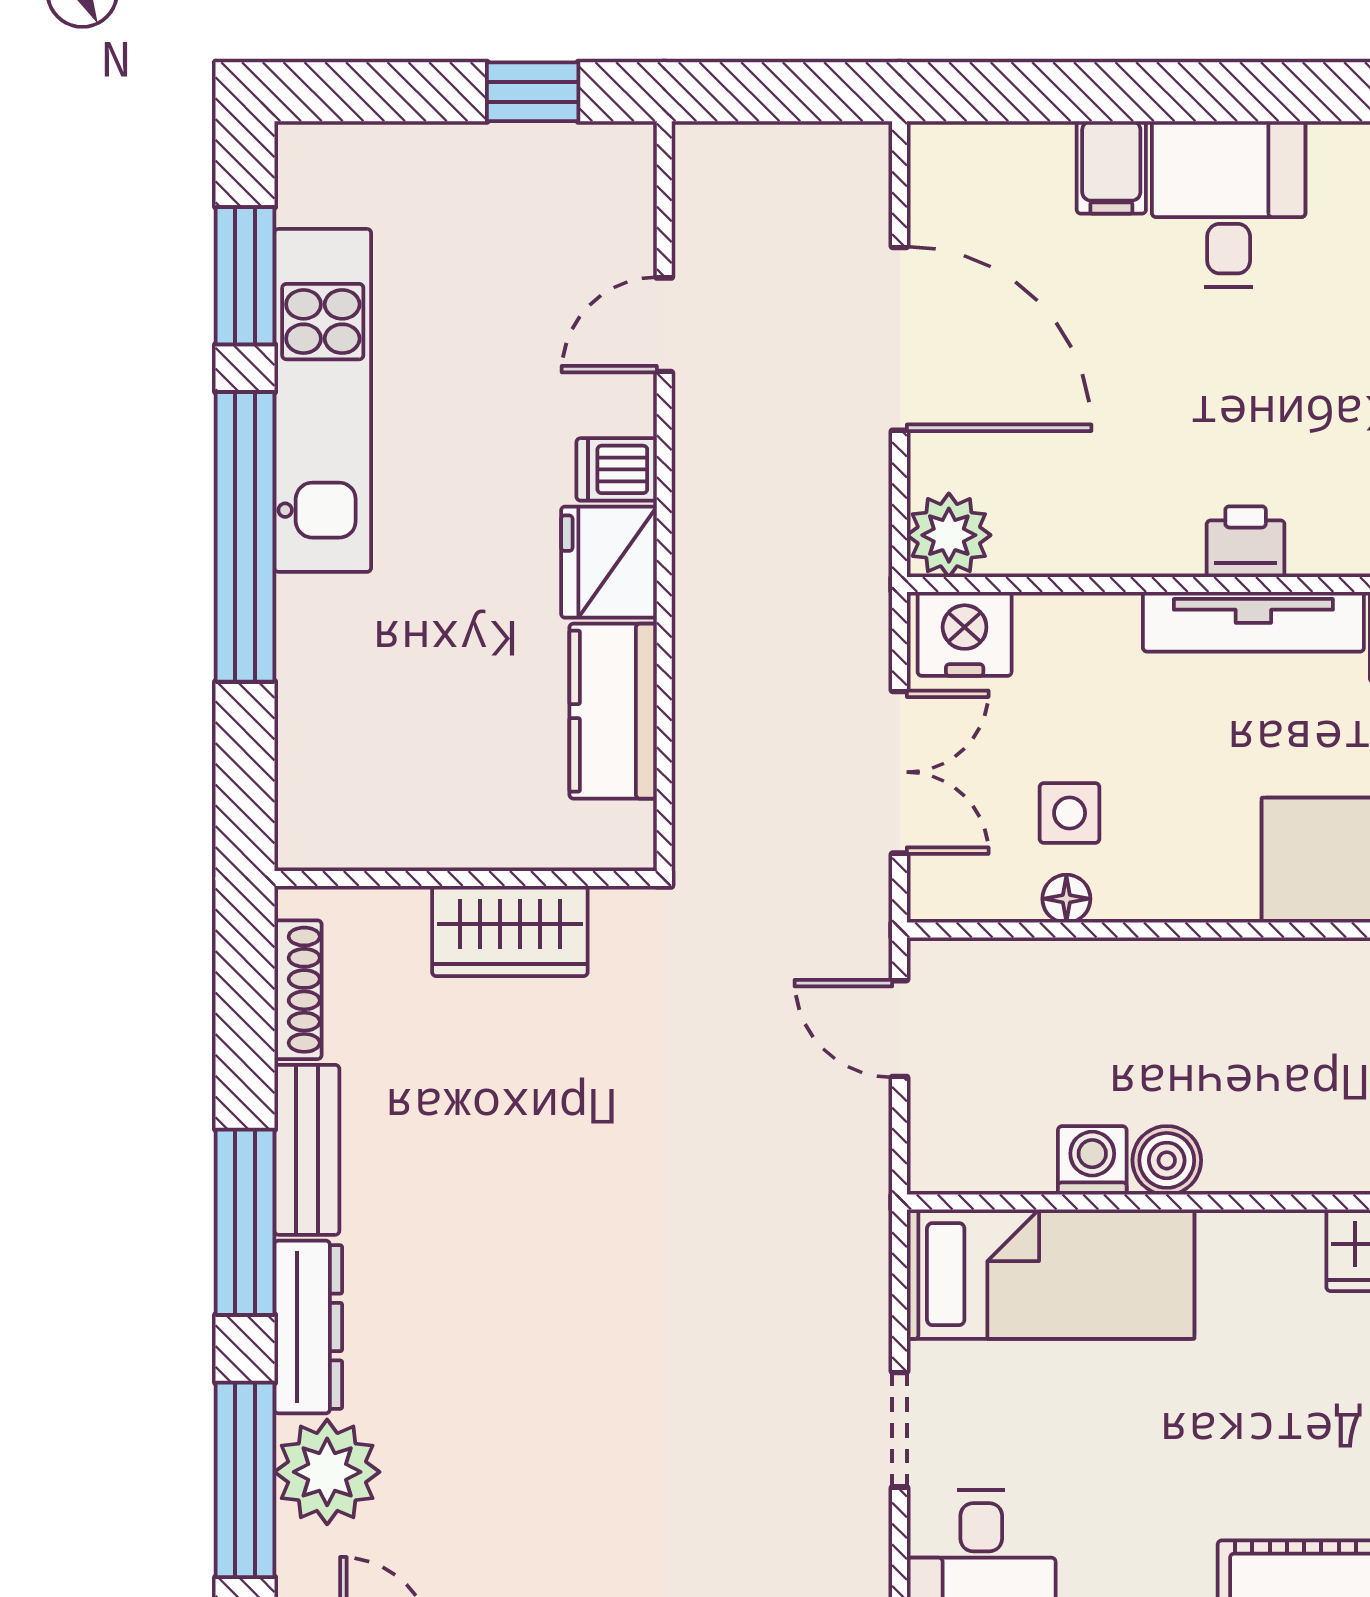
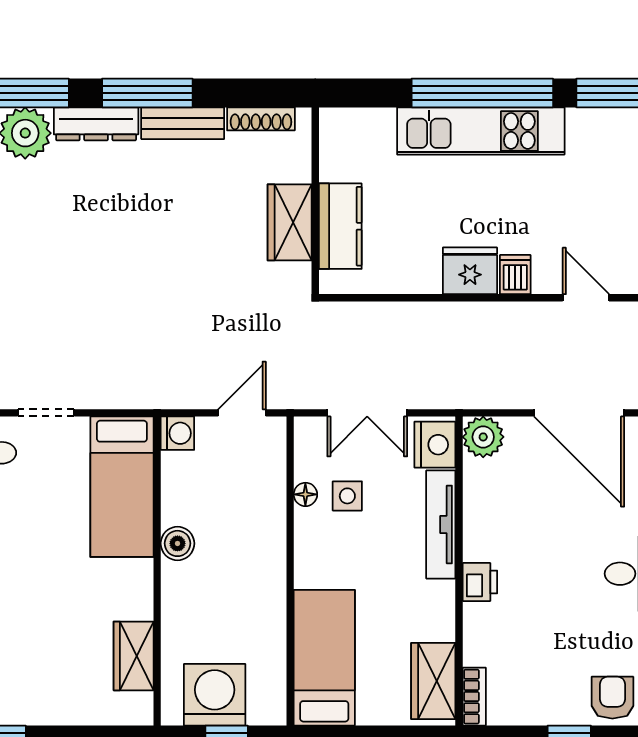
door: (900, 339) -> (579, 413), hinge flipped
kitchen unit: (323, 400) -> (481, 131), moved
tv unit: (1253, 622) -> (441, 525), moved
kitchen counter: (613, 711) -> (340, 226), moved, turned 90
washing machine: (1092, 1160) -> (177, 433), moved

